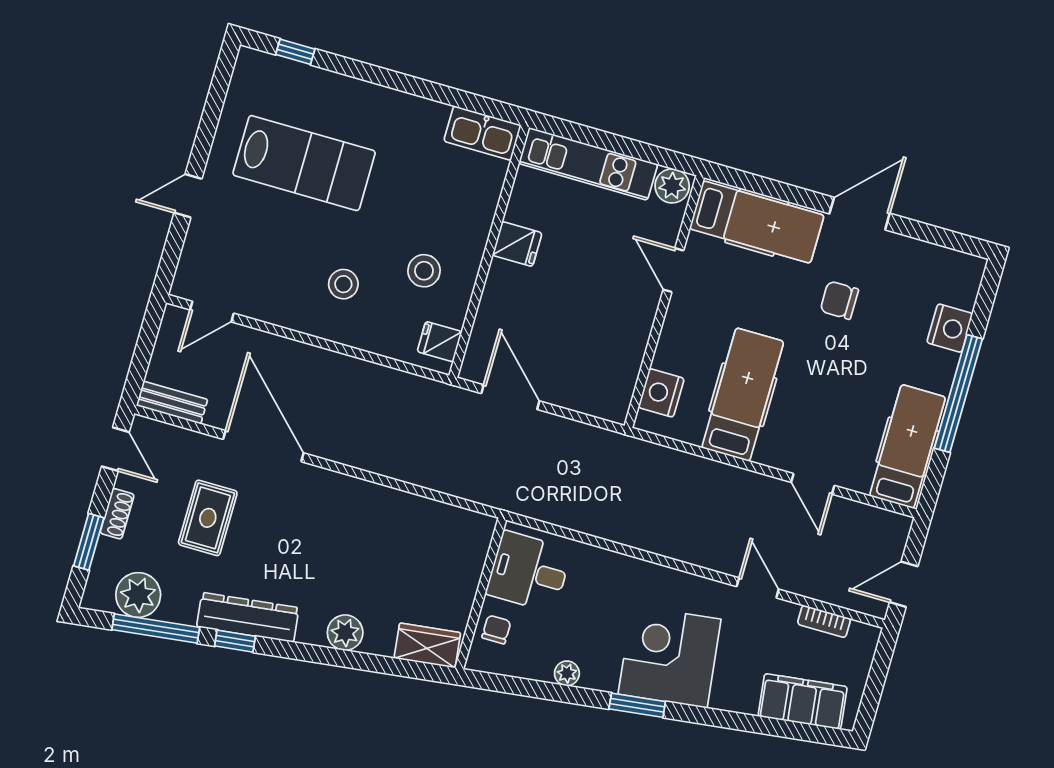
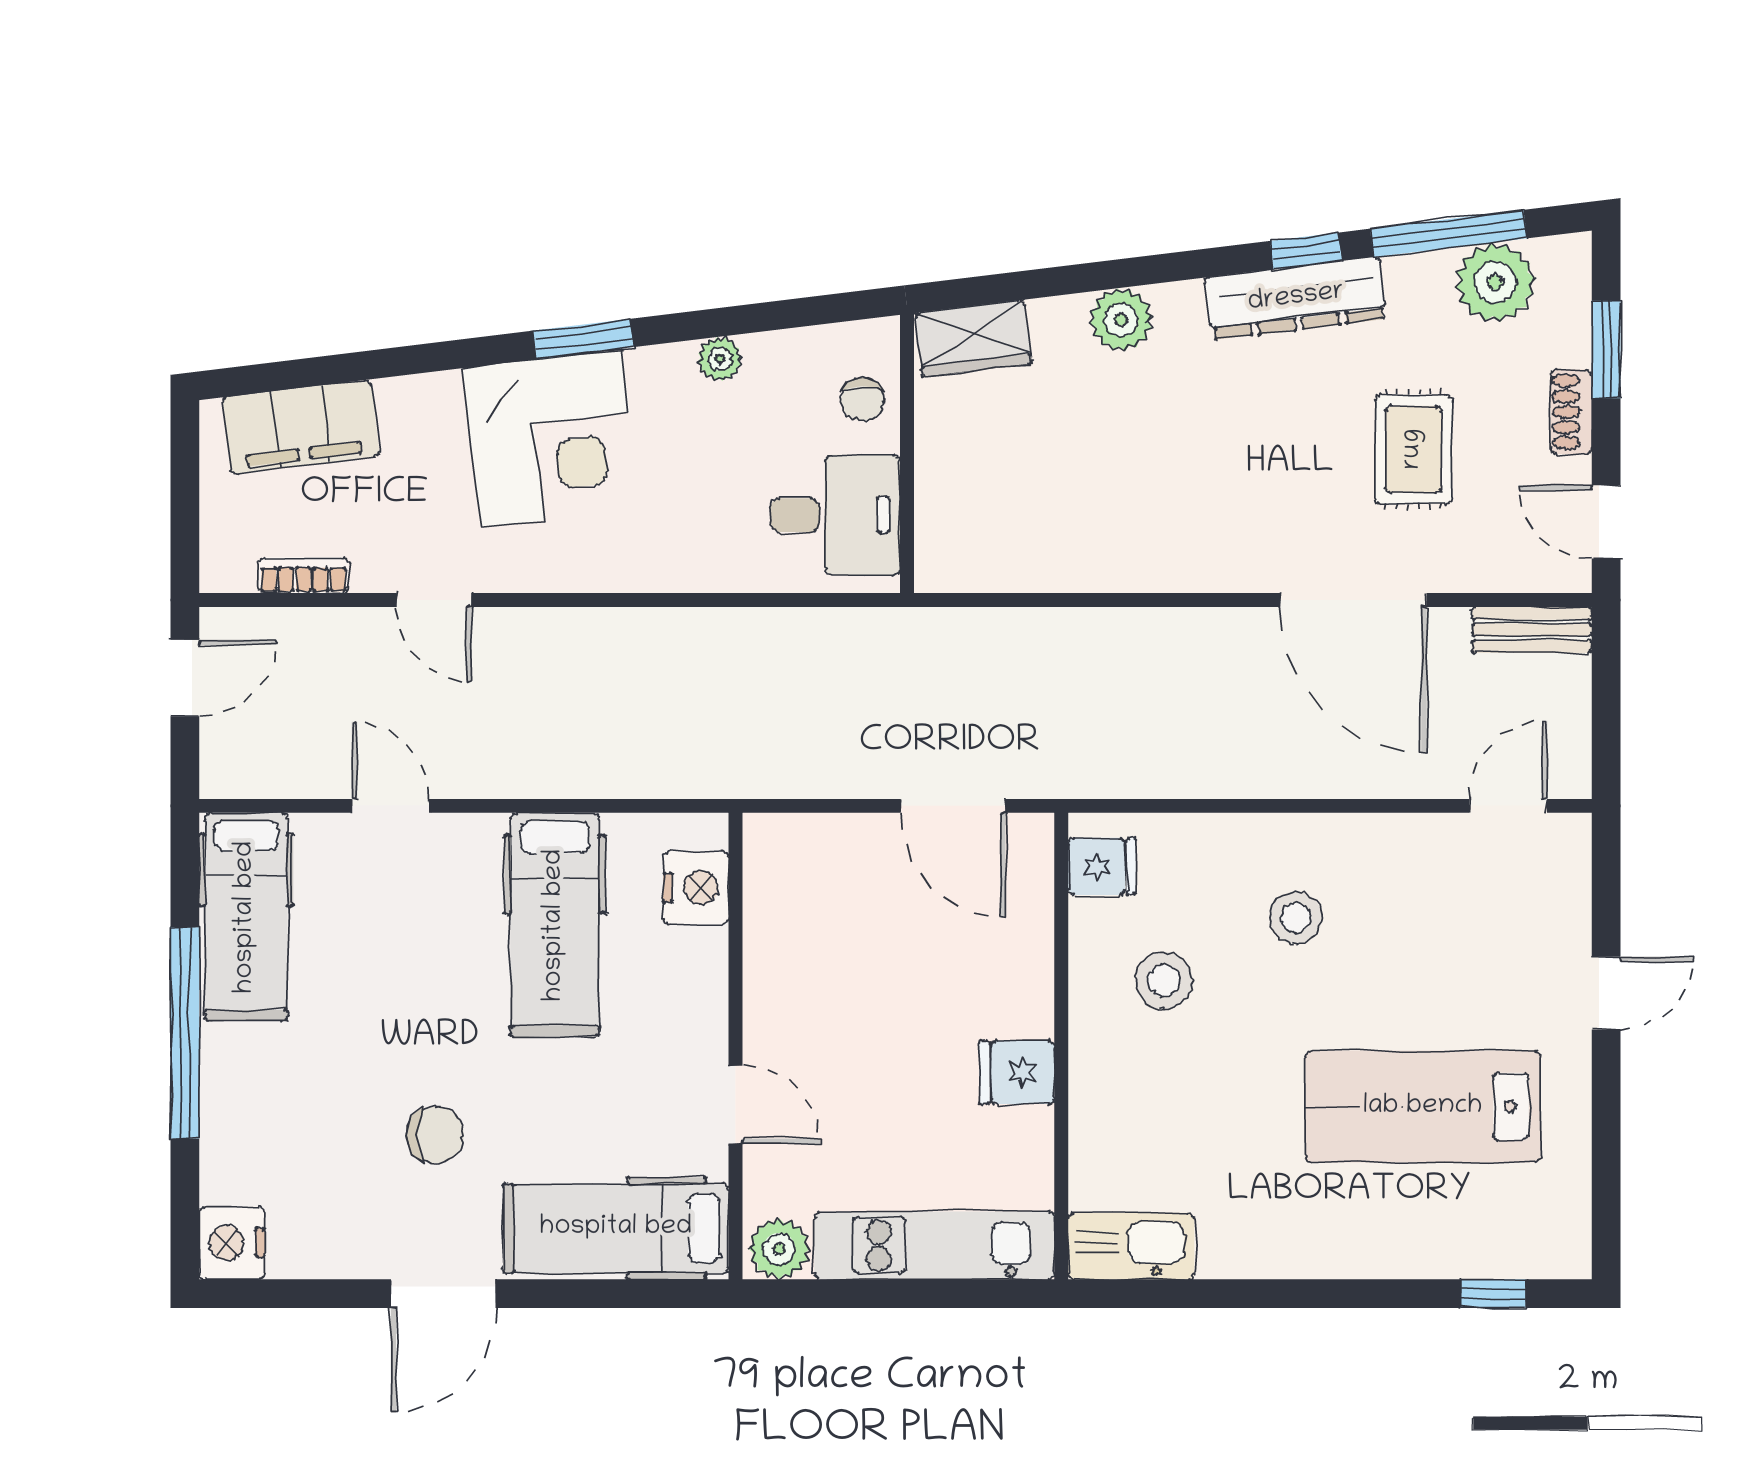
nightstand: (950, 328) -> (232, 1243), moved

